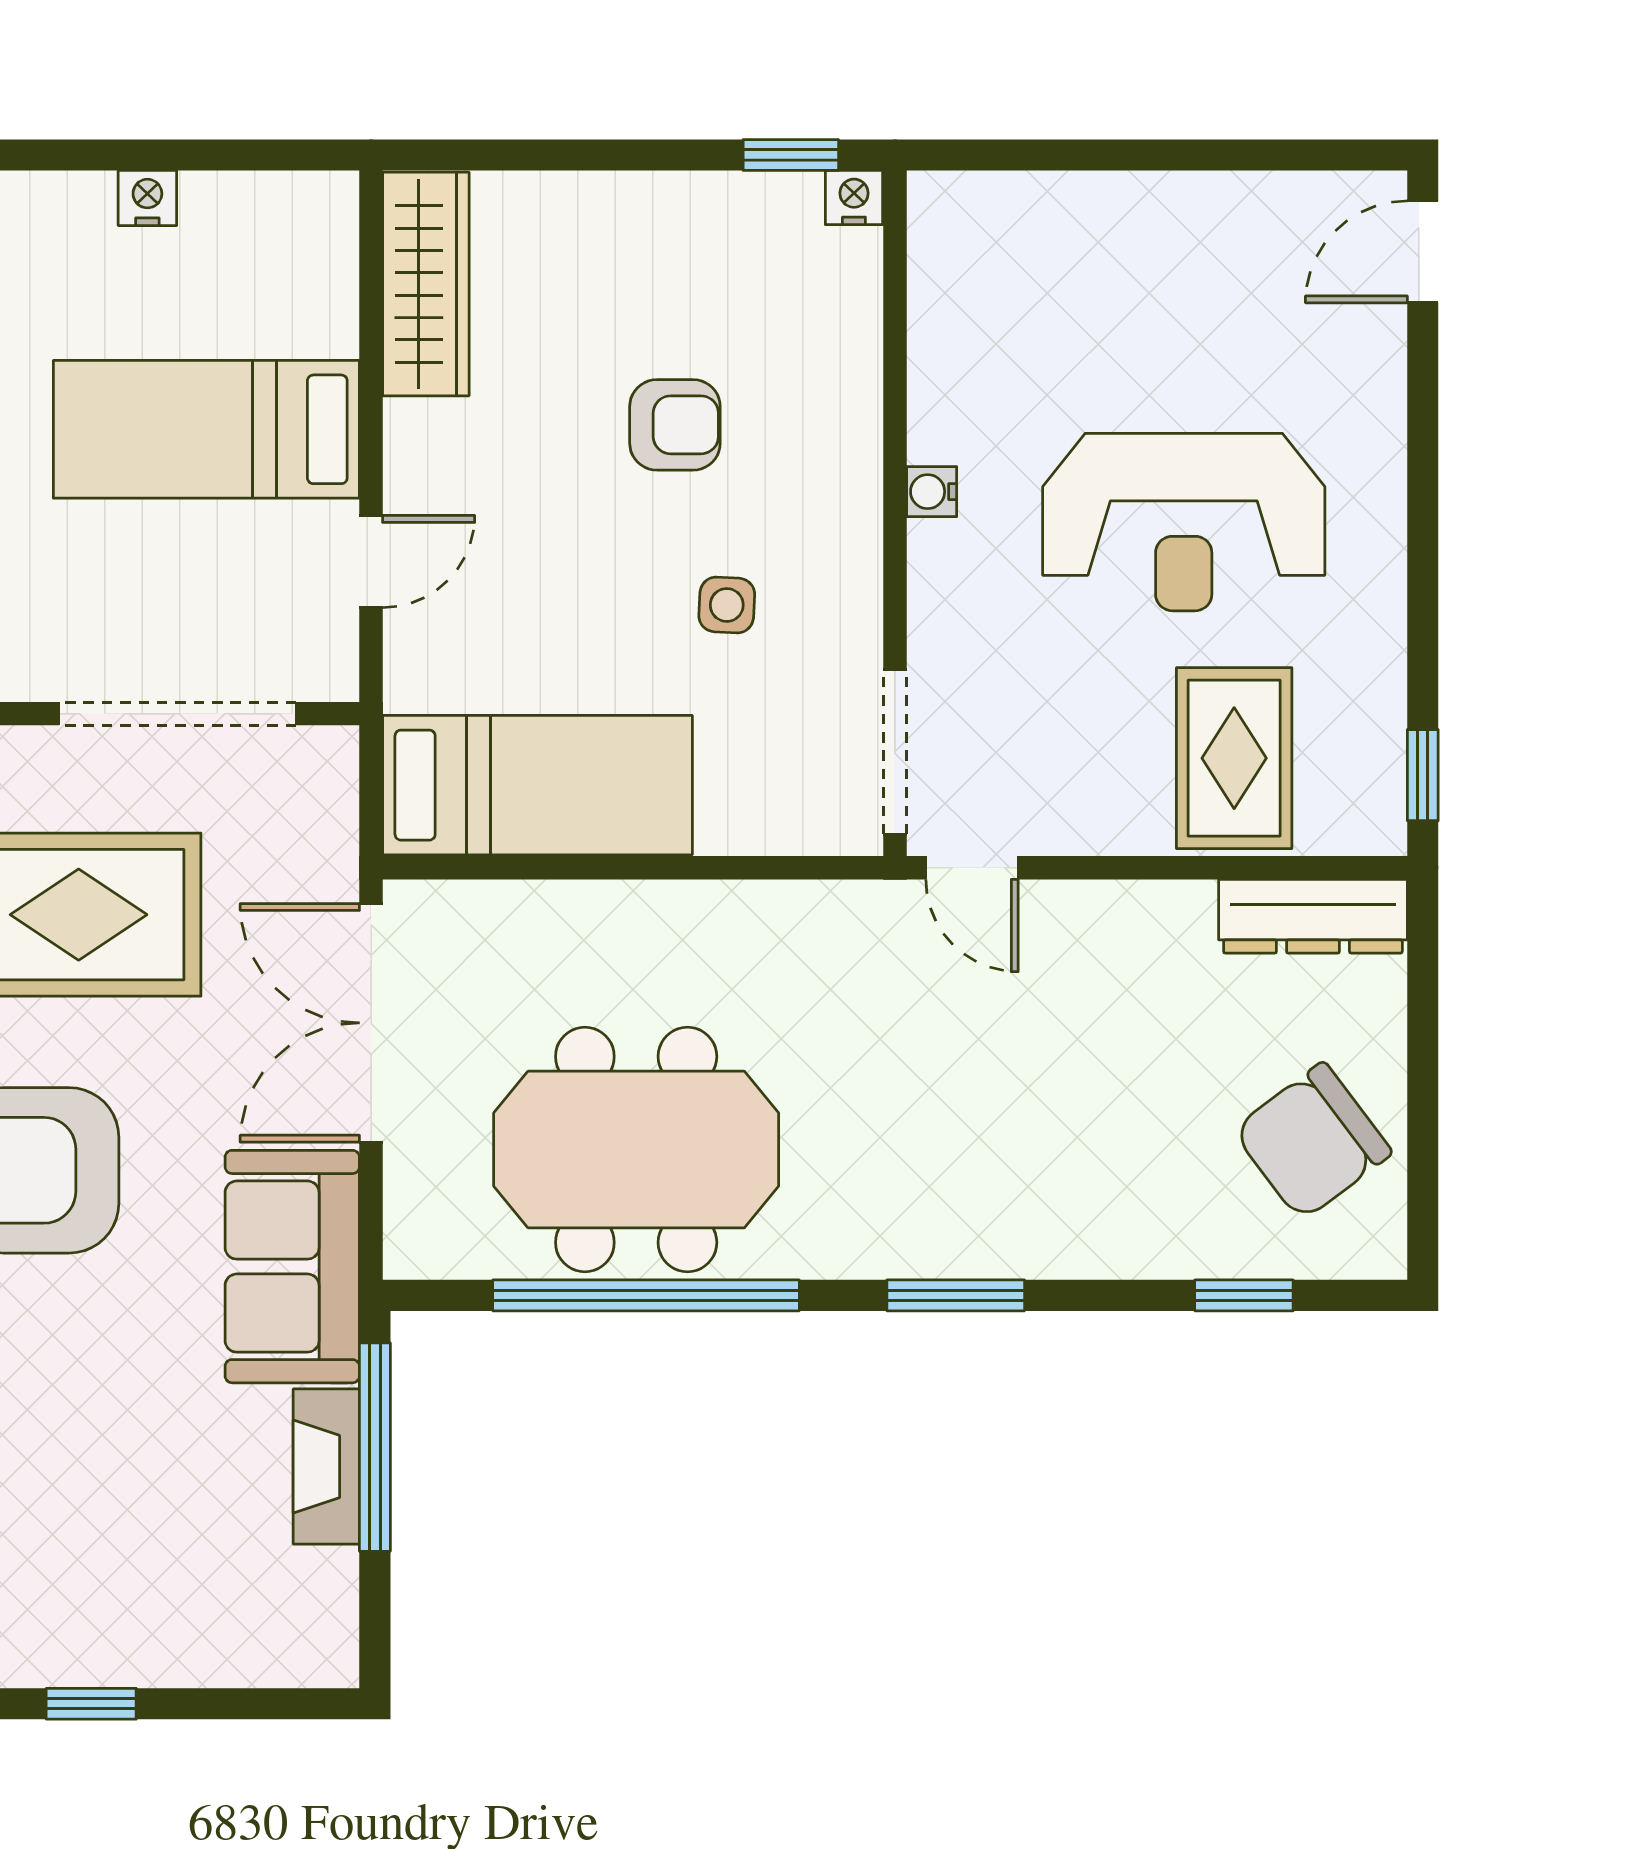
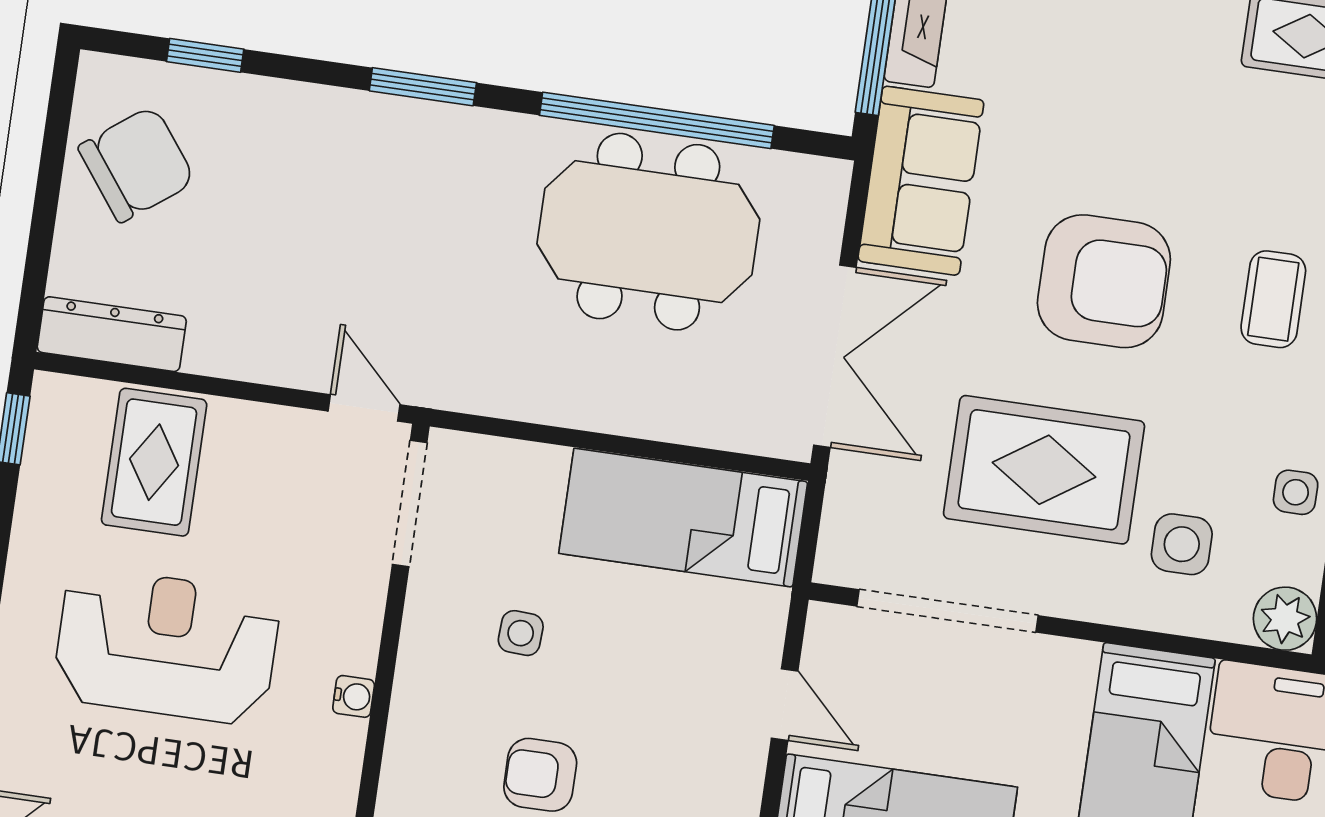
door: (371, 562) -> (785, 705), swing flipped

